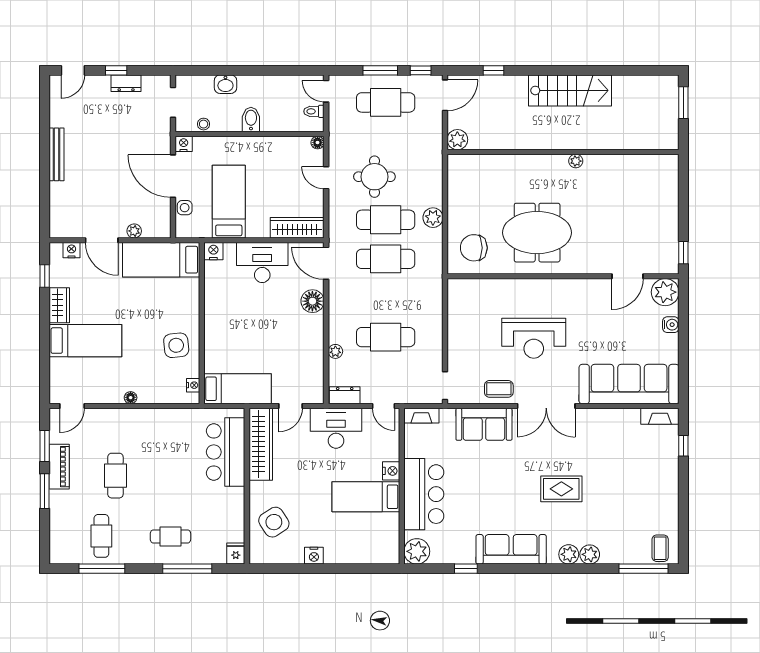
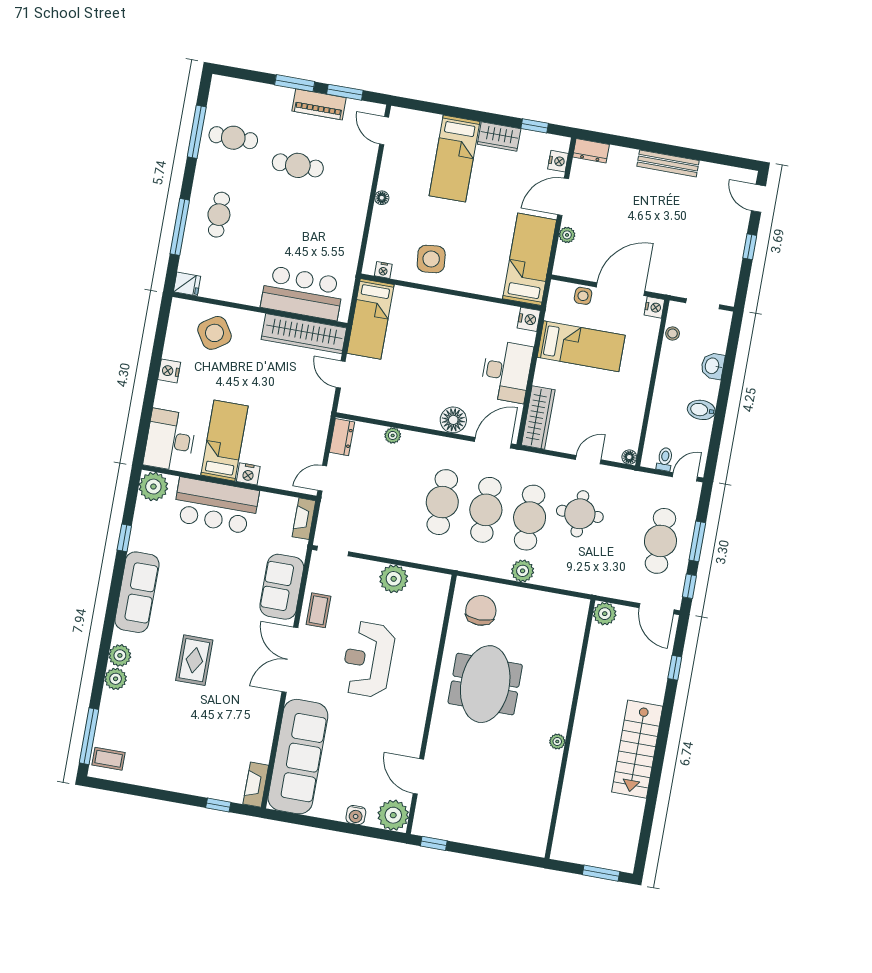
dresser: (126, 83) -> (591, 151), moved, turned -90
bidet: (251, 119) -> (701, 410), moved, turned 180
plant: (460, 328) -> (394, 579), added
cafe table: (386, 337) -> (442, 502), moved
desk: (336, 428) -> (170, 440), moved, turned 180

